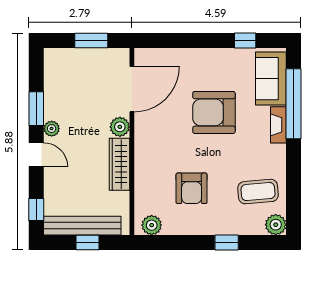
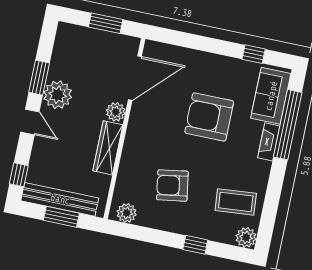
plant: (52, 129) -> (58, 95), width x1.87, depth x1.87
armchair: (192, 188) -> (172, 186), turned 81
window: (88, 243) -> (61, 217), width x1.50

